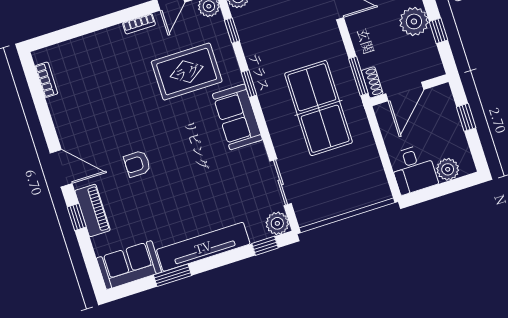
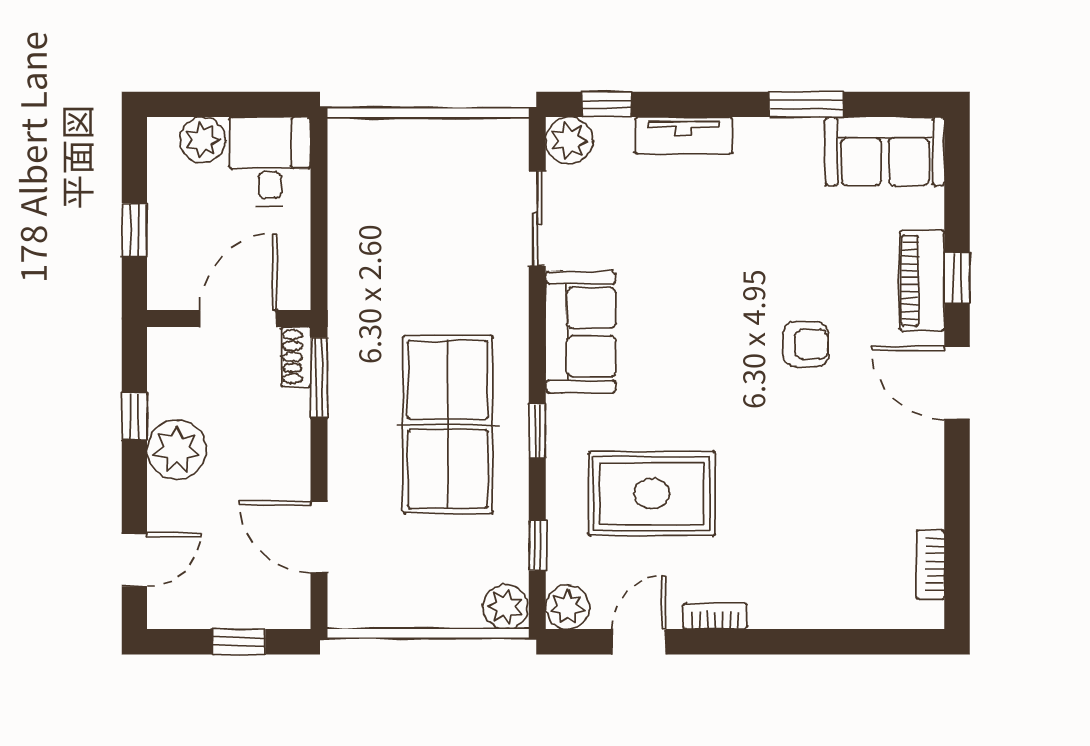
table tennis table: (318, 108) -> (448, 424), moved
sofa: (237, 117) -> (581, 332), moved
tv unit: (203, 247) -> (684, 136), width x0.52, depth x0.78

